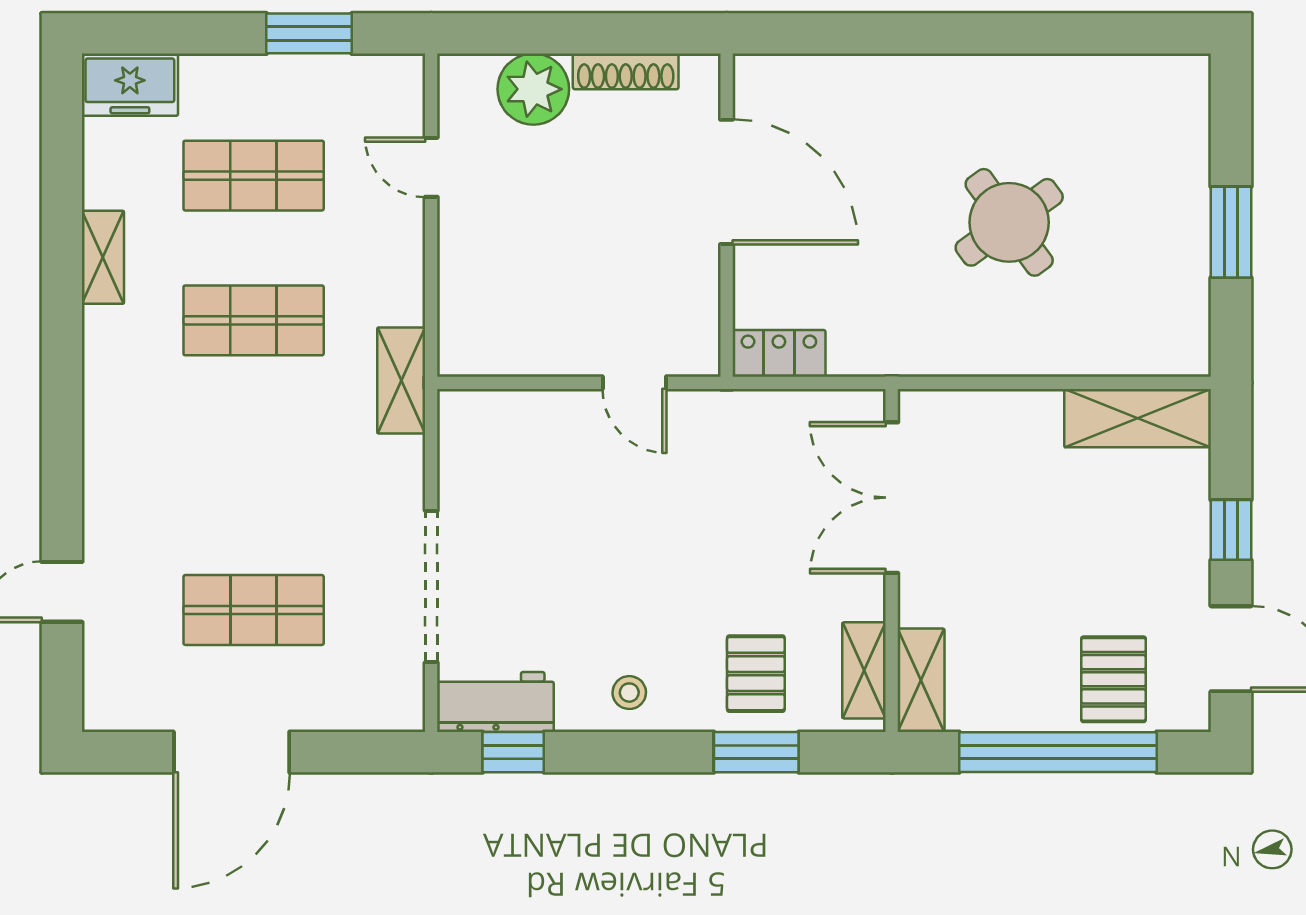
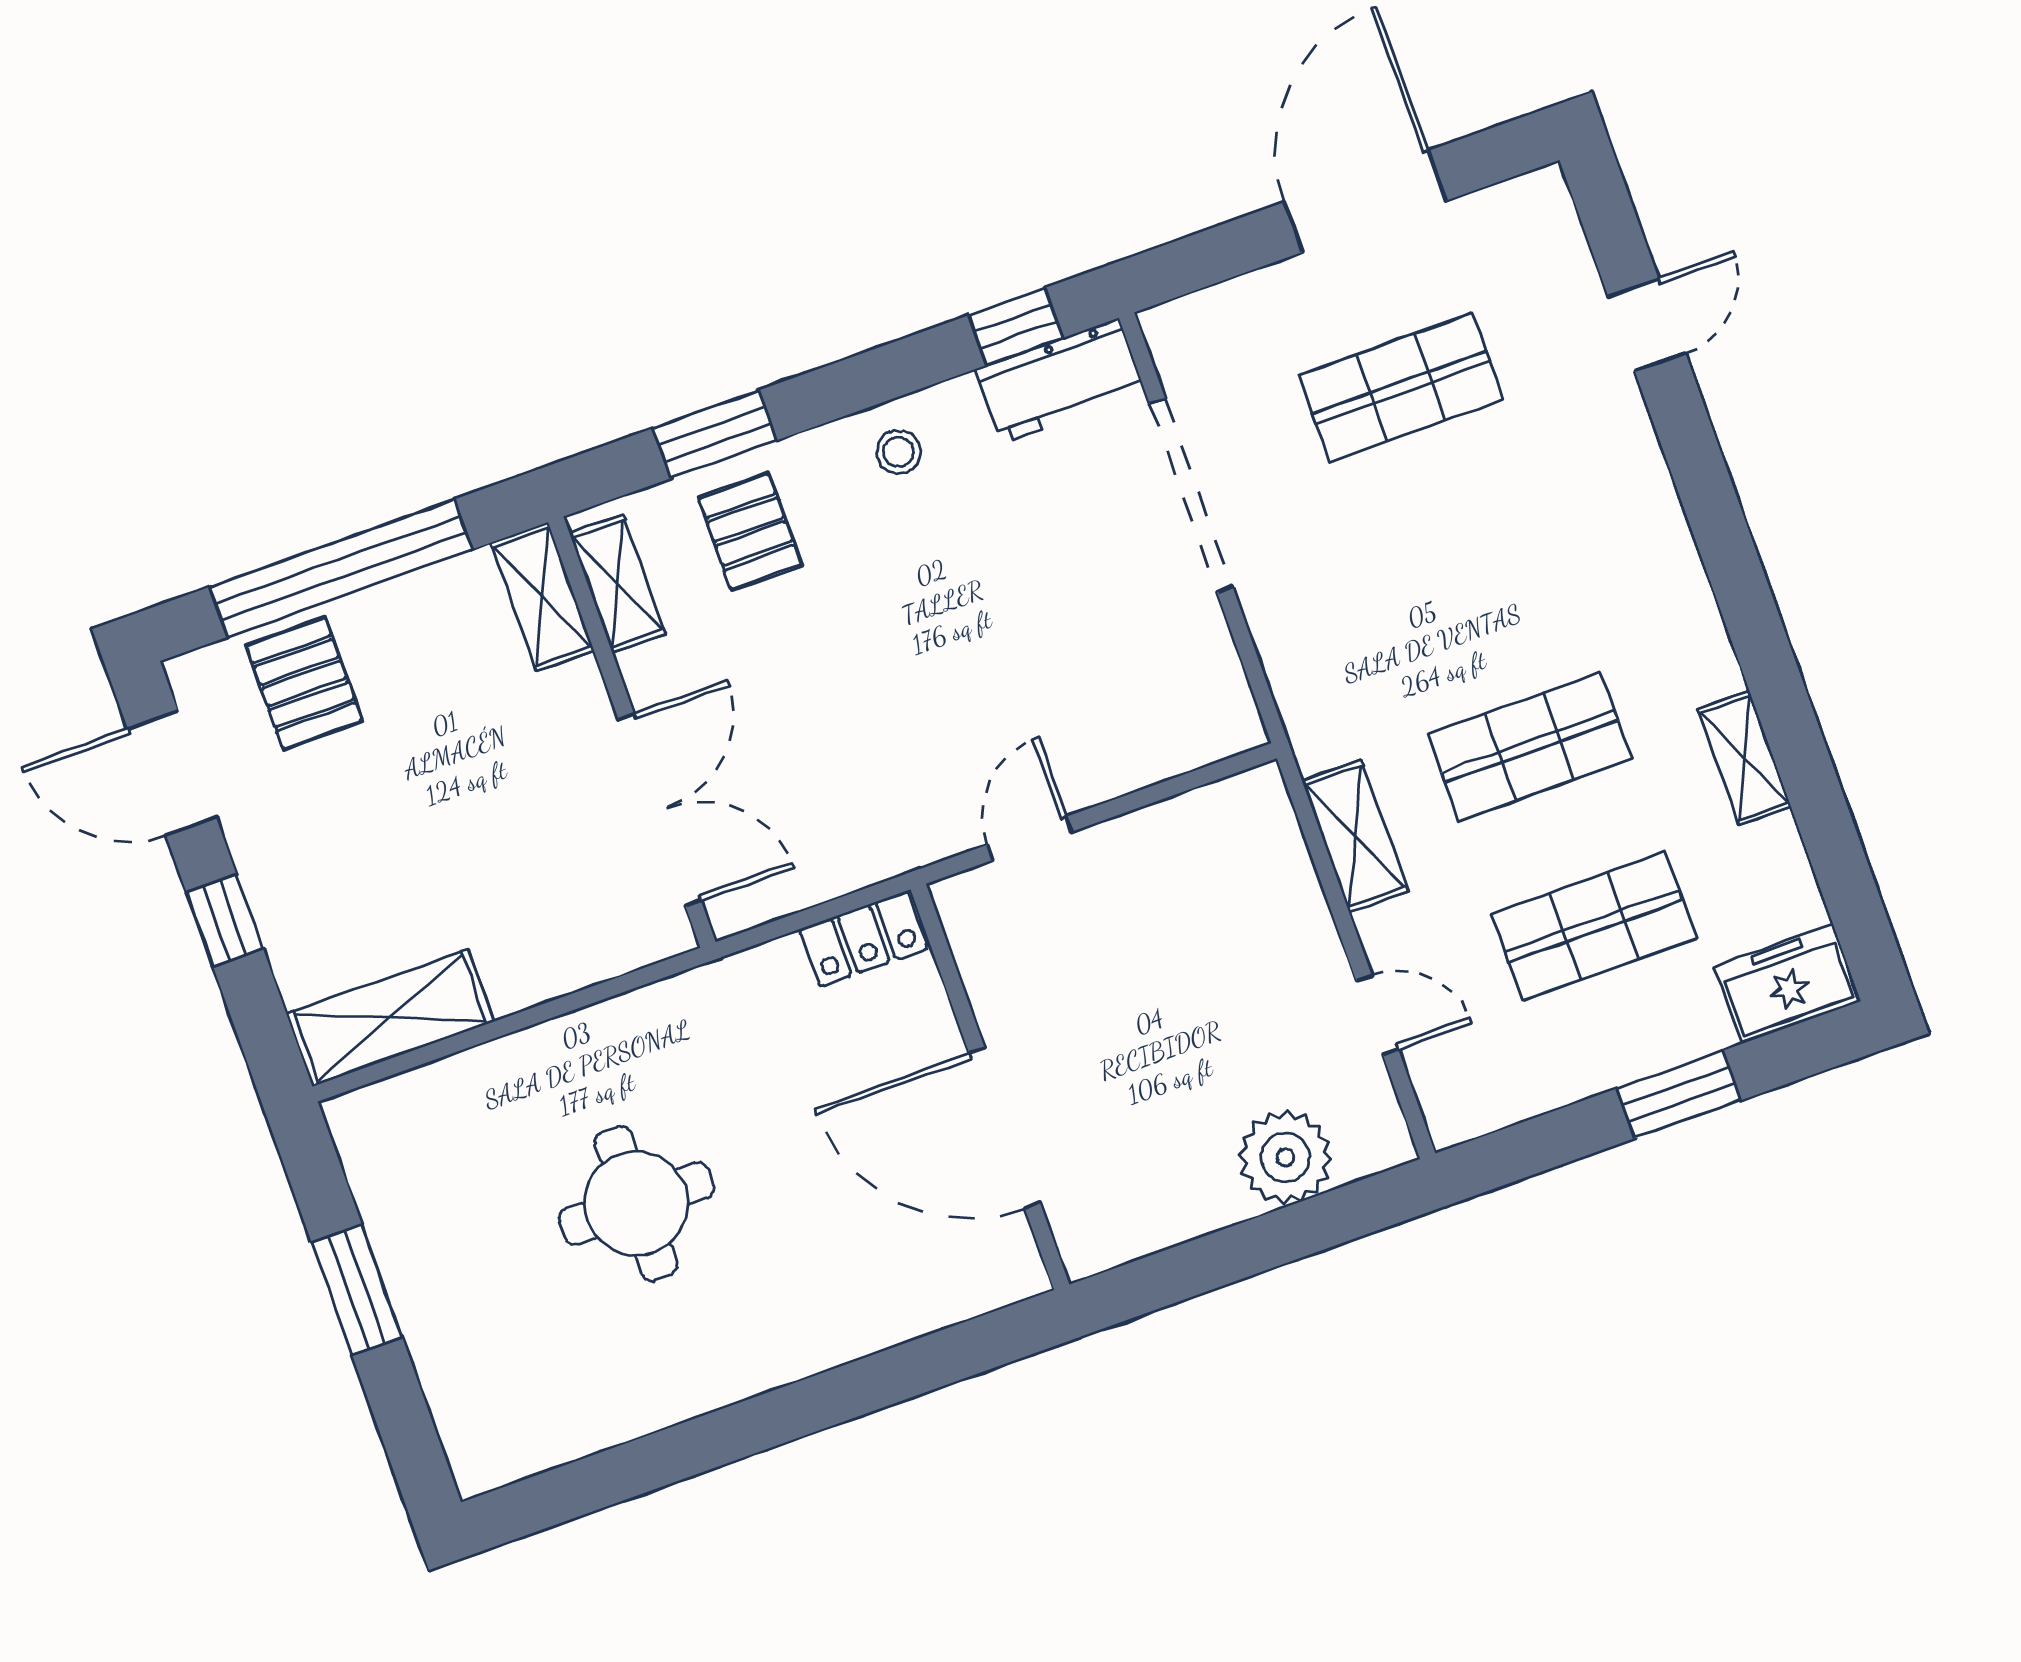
window: (309, 33) -> (1679, 1094), moved
shoe rack: (626, 71) -> (1179, 1220), removed
round table: (1009, 222) -> (636, 1203), turned 36
shelving: (401, 380) -> (1355, 836), moved
door: (634, 383) -> (1030, 838), hinge flipped

